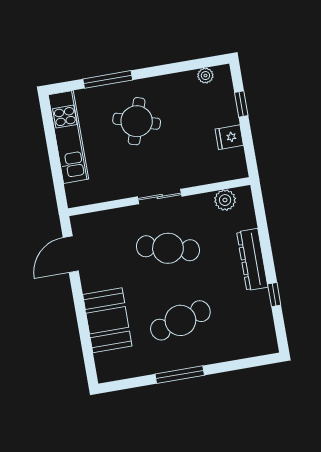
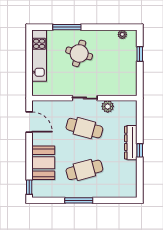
fridge: (229, 137) -> (130, 71), removed
plant: (225, 200) -> (108, 106), moved
door: (71, 254) -> (29, 122), swing flipped
window: (274, 295) -> (140, 150), moved
window: (90, 366) -> (29, 187), added

